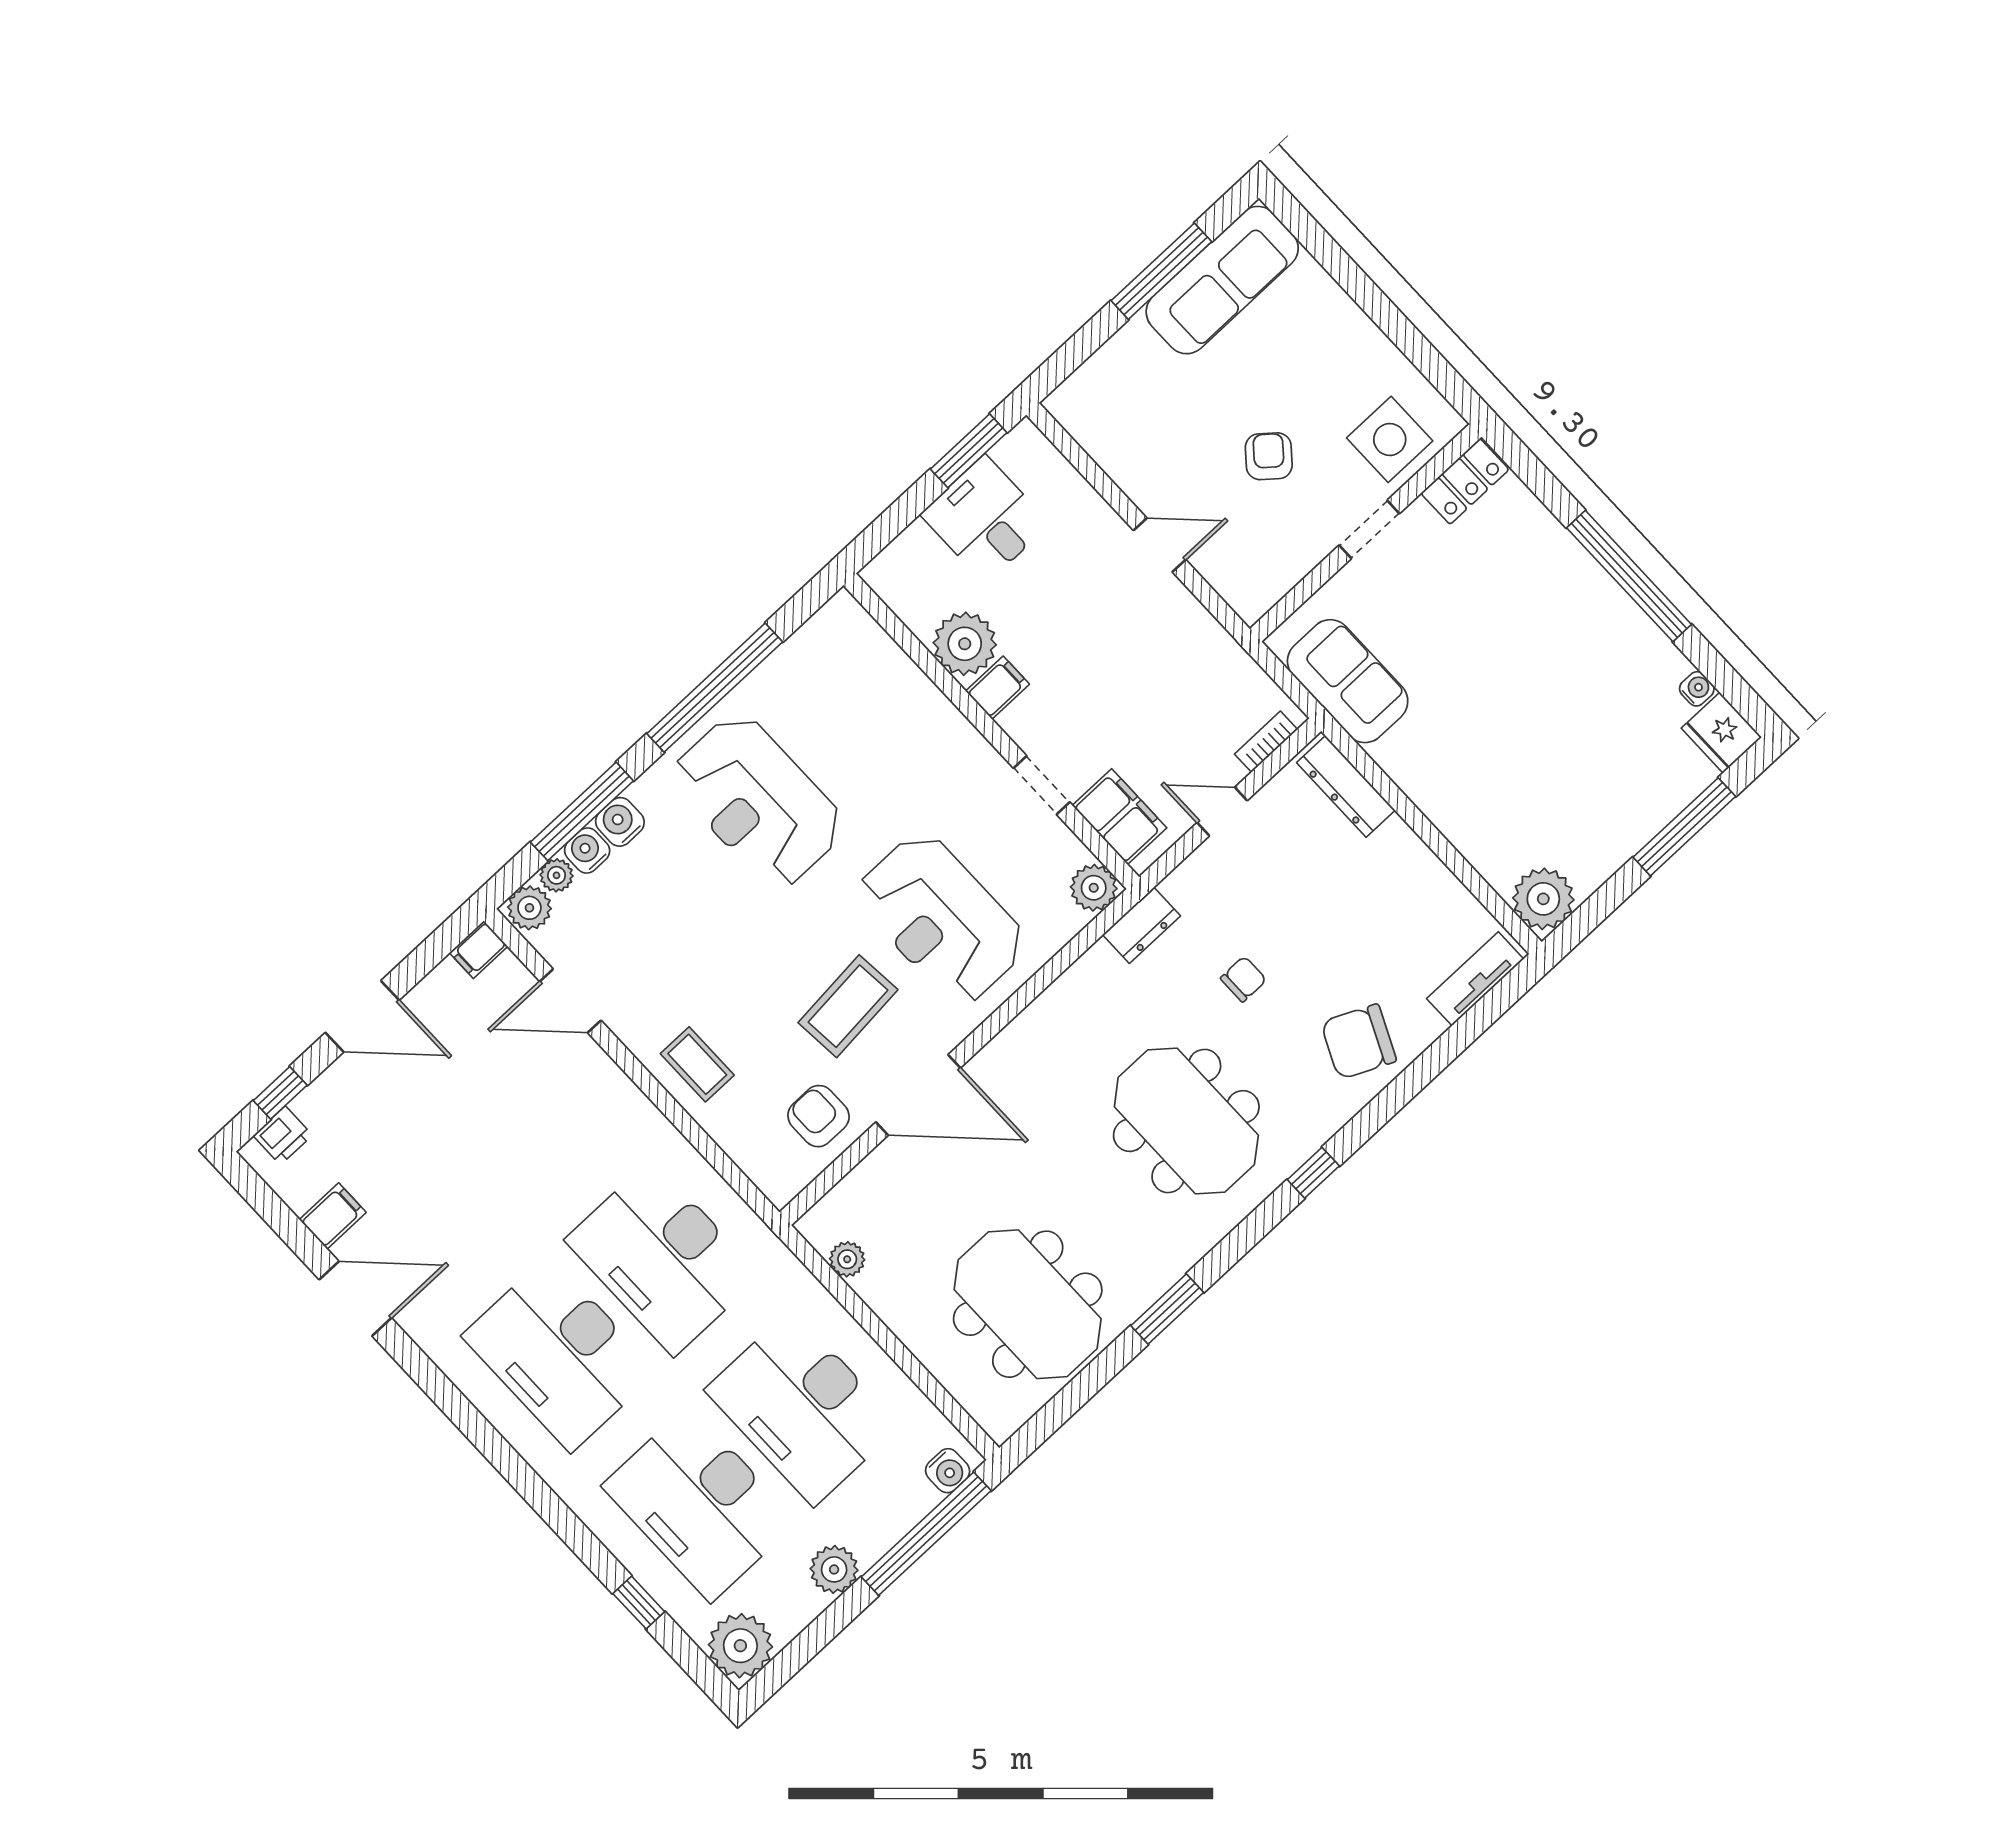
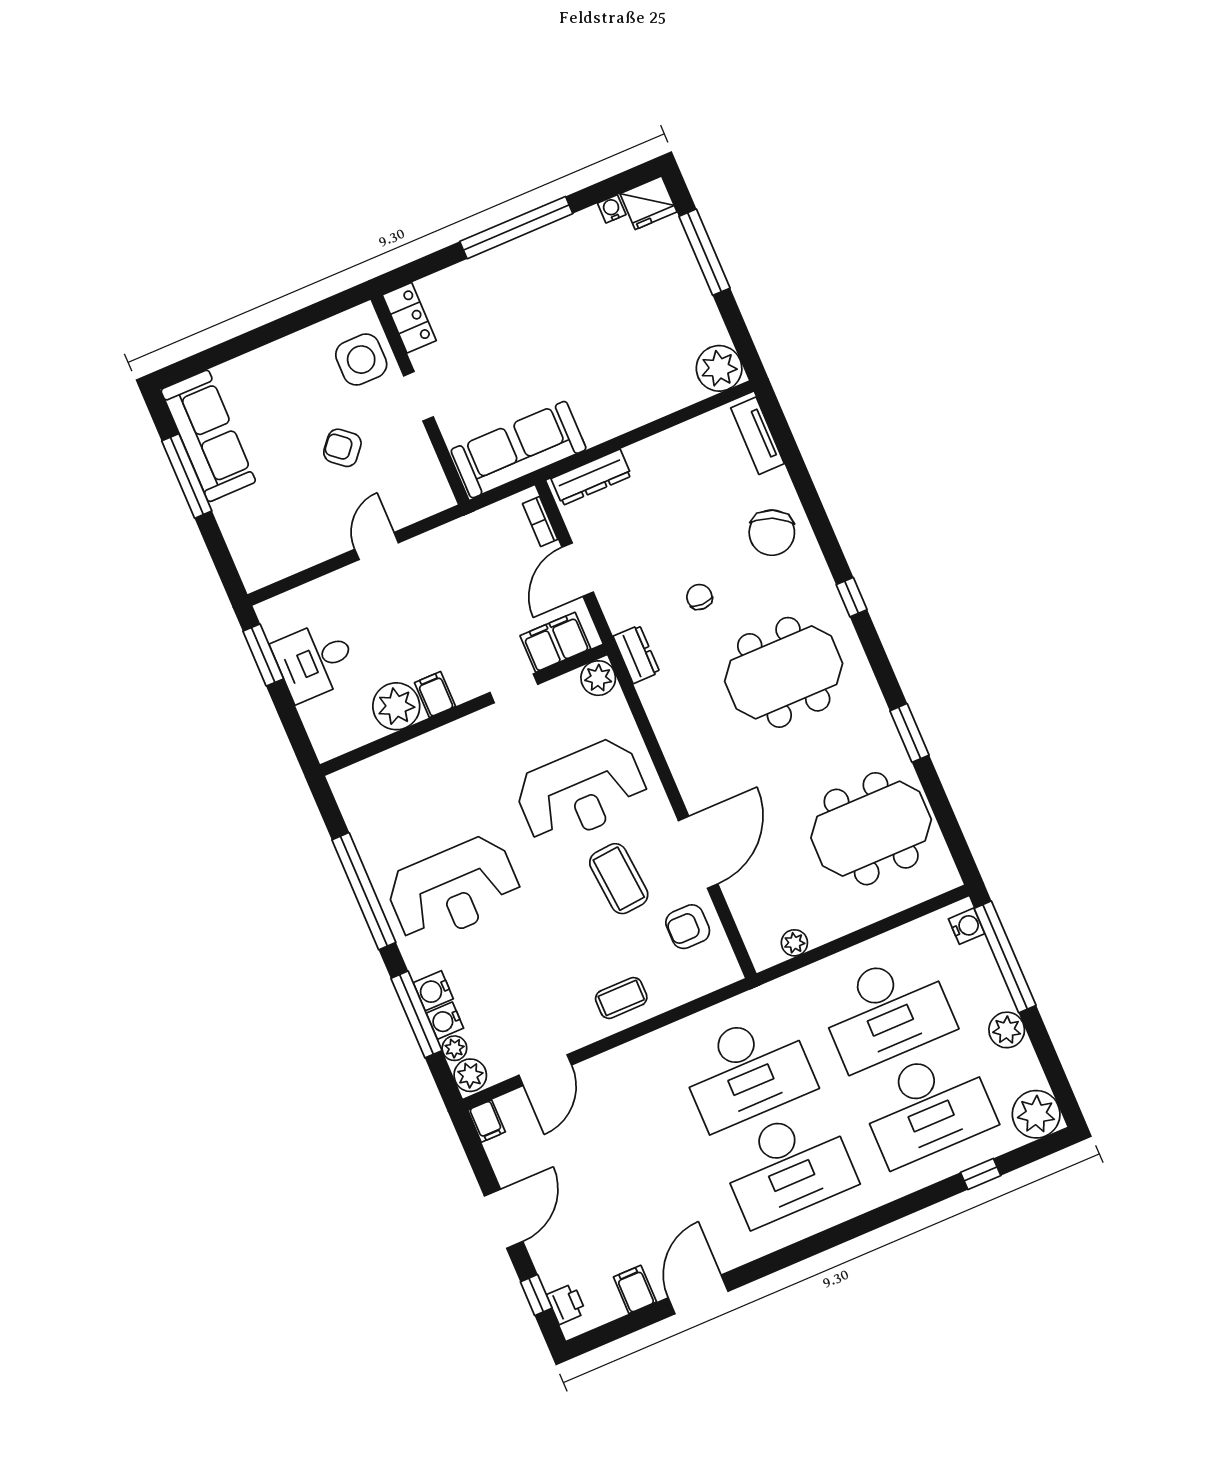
sofa: (1348, 681) -> (519, 450), width x1.36
door: (1222, 812) -> (578, 570), width x1.37

